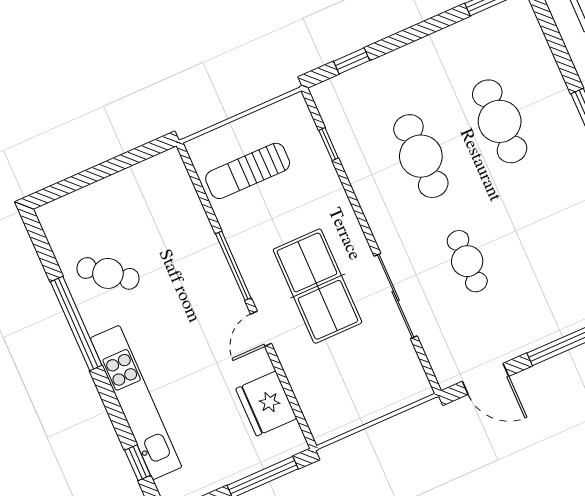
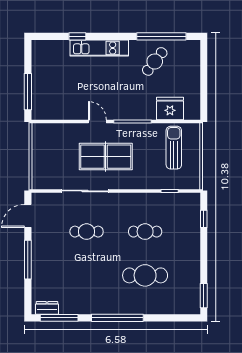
cafe table: (421, 156) -> (145, 232), width x0.73, depth x0.74
window: (76, 324) -> (161, 36), moved
kitchen unit: (136, 403) -> (99, 48), width x0.73
fridge: (266, 404) -> (170, 109), moved
window: (138, 463) -> (77, 36), moved

